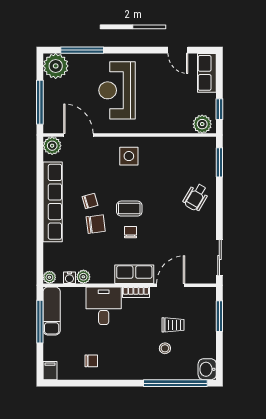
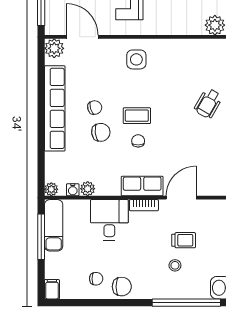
chair: (115, 368) -> (122, 287), added

